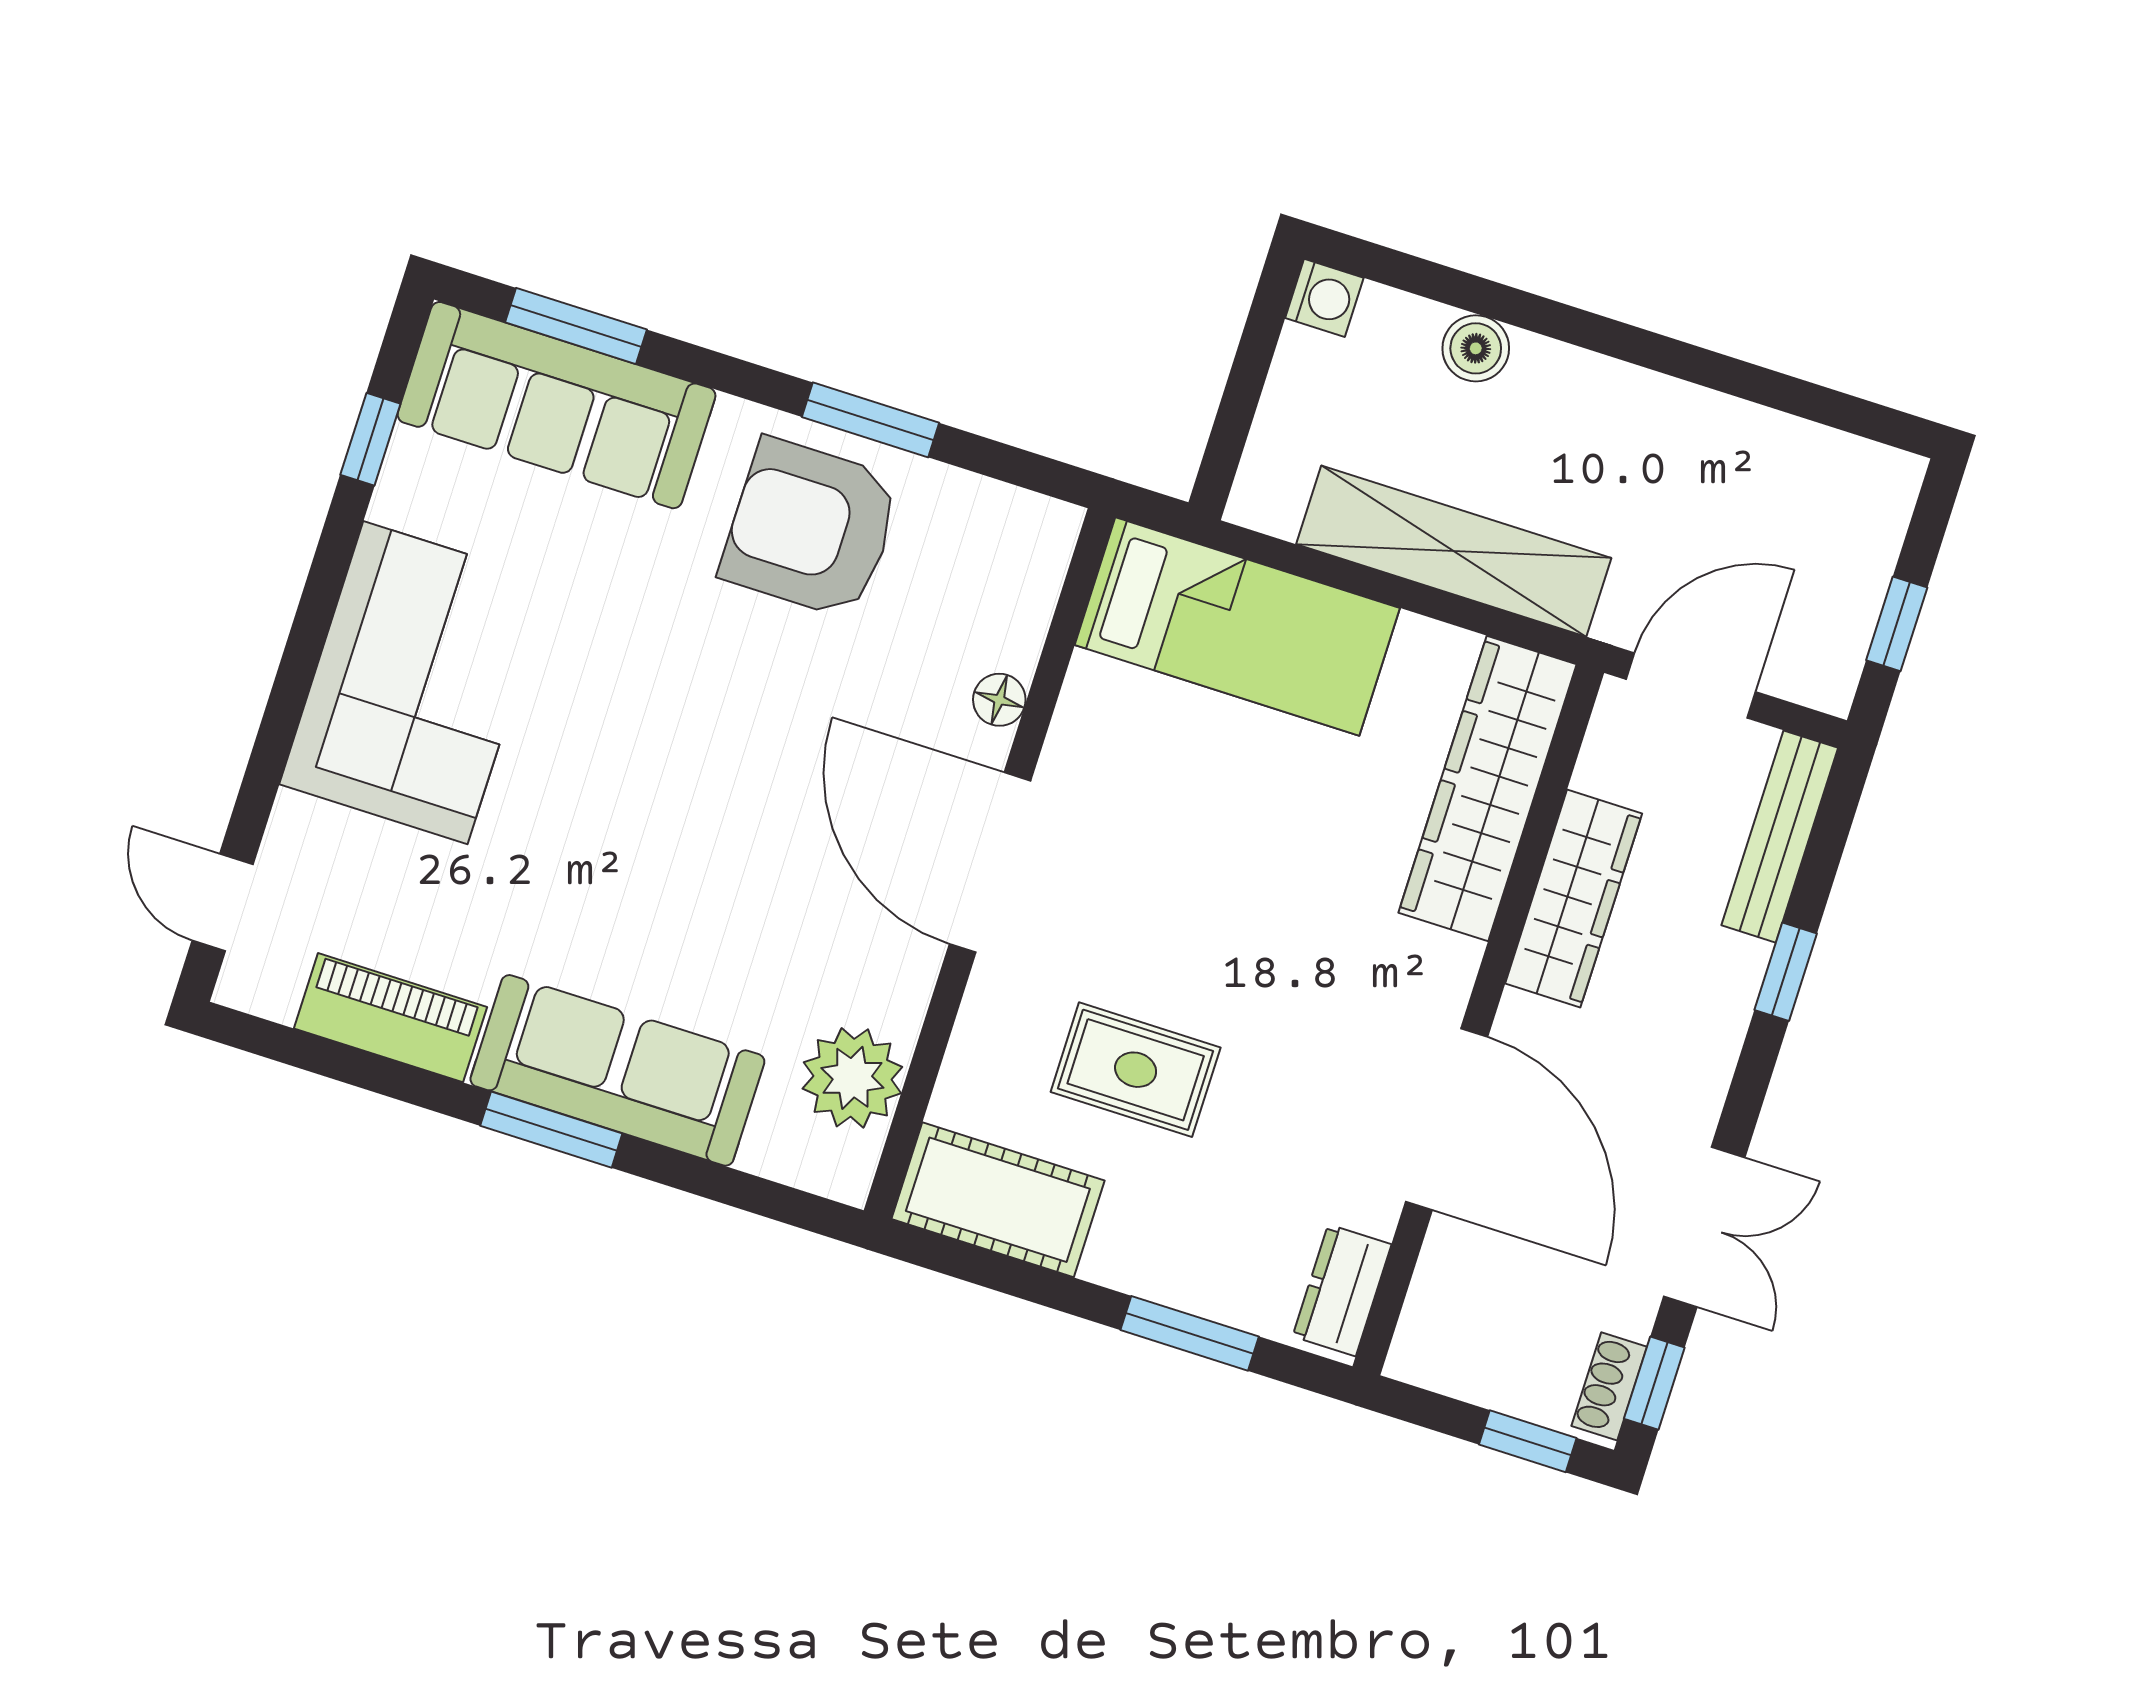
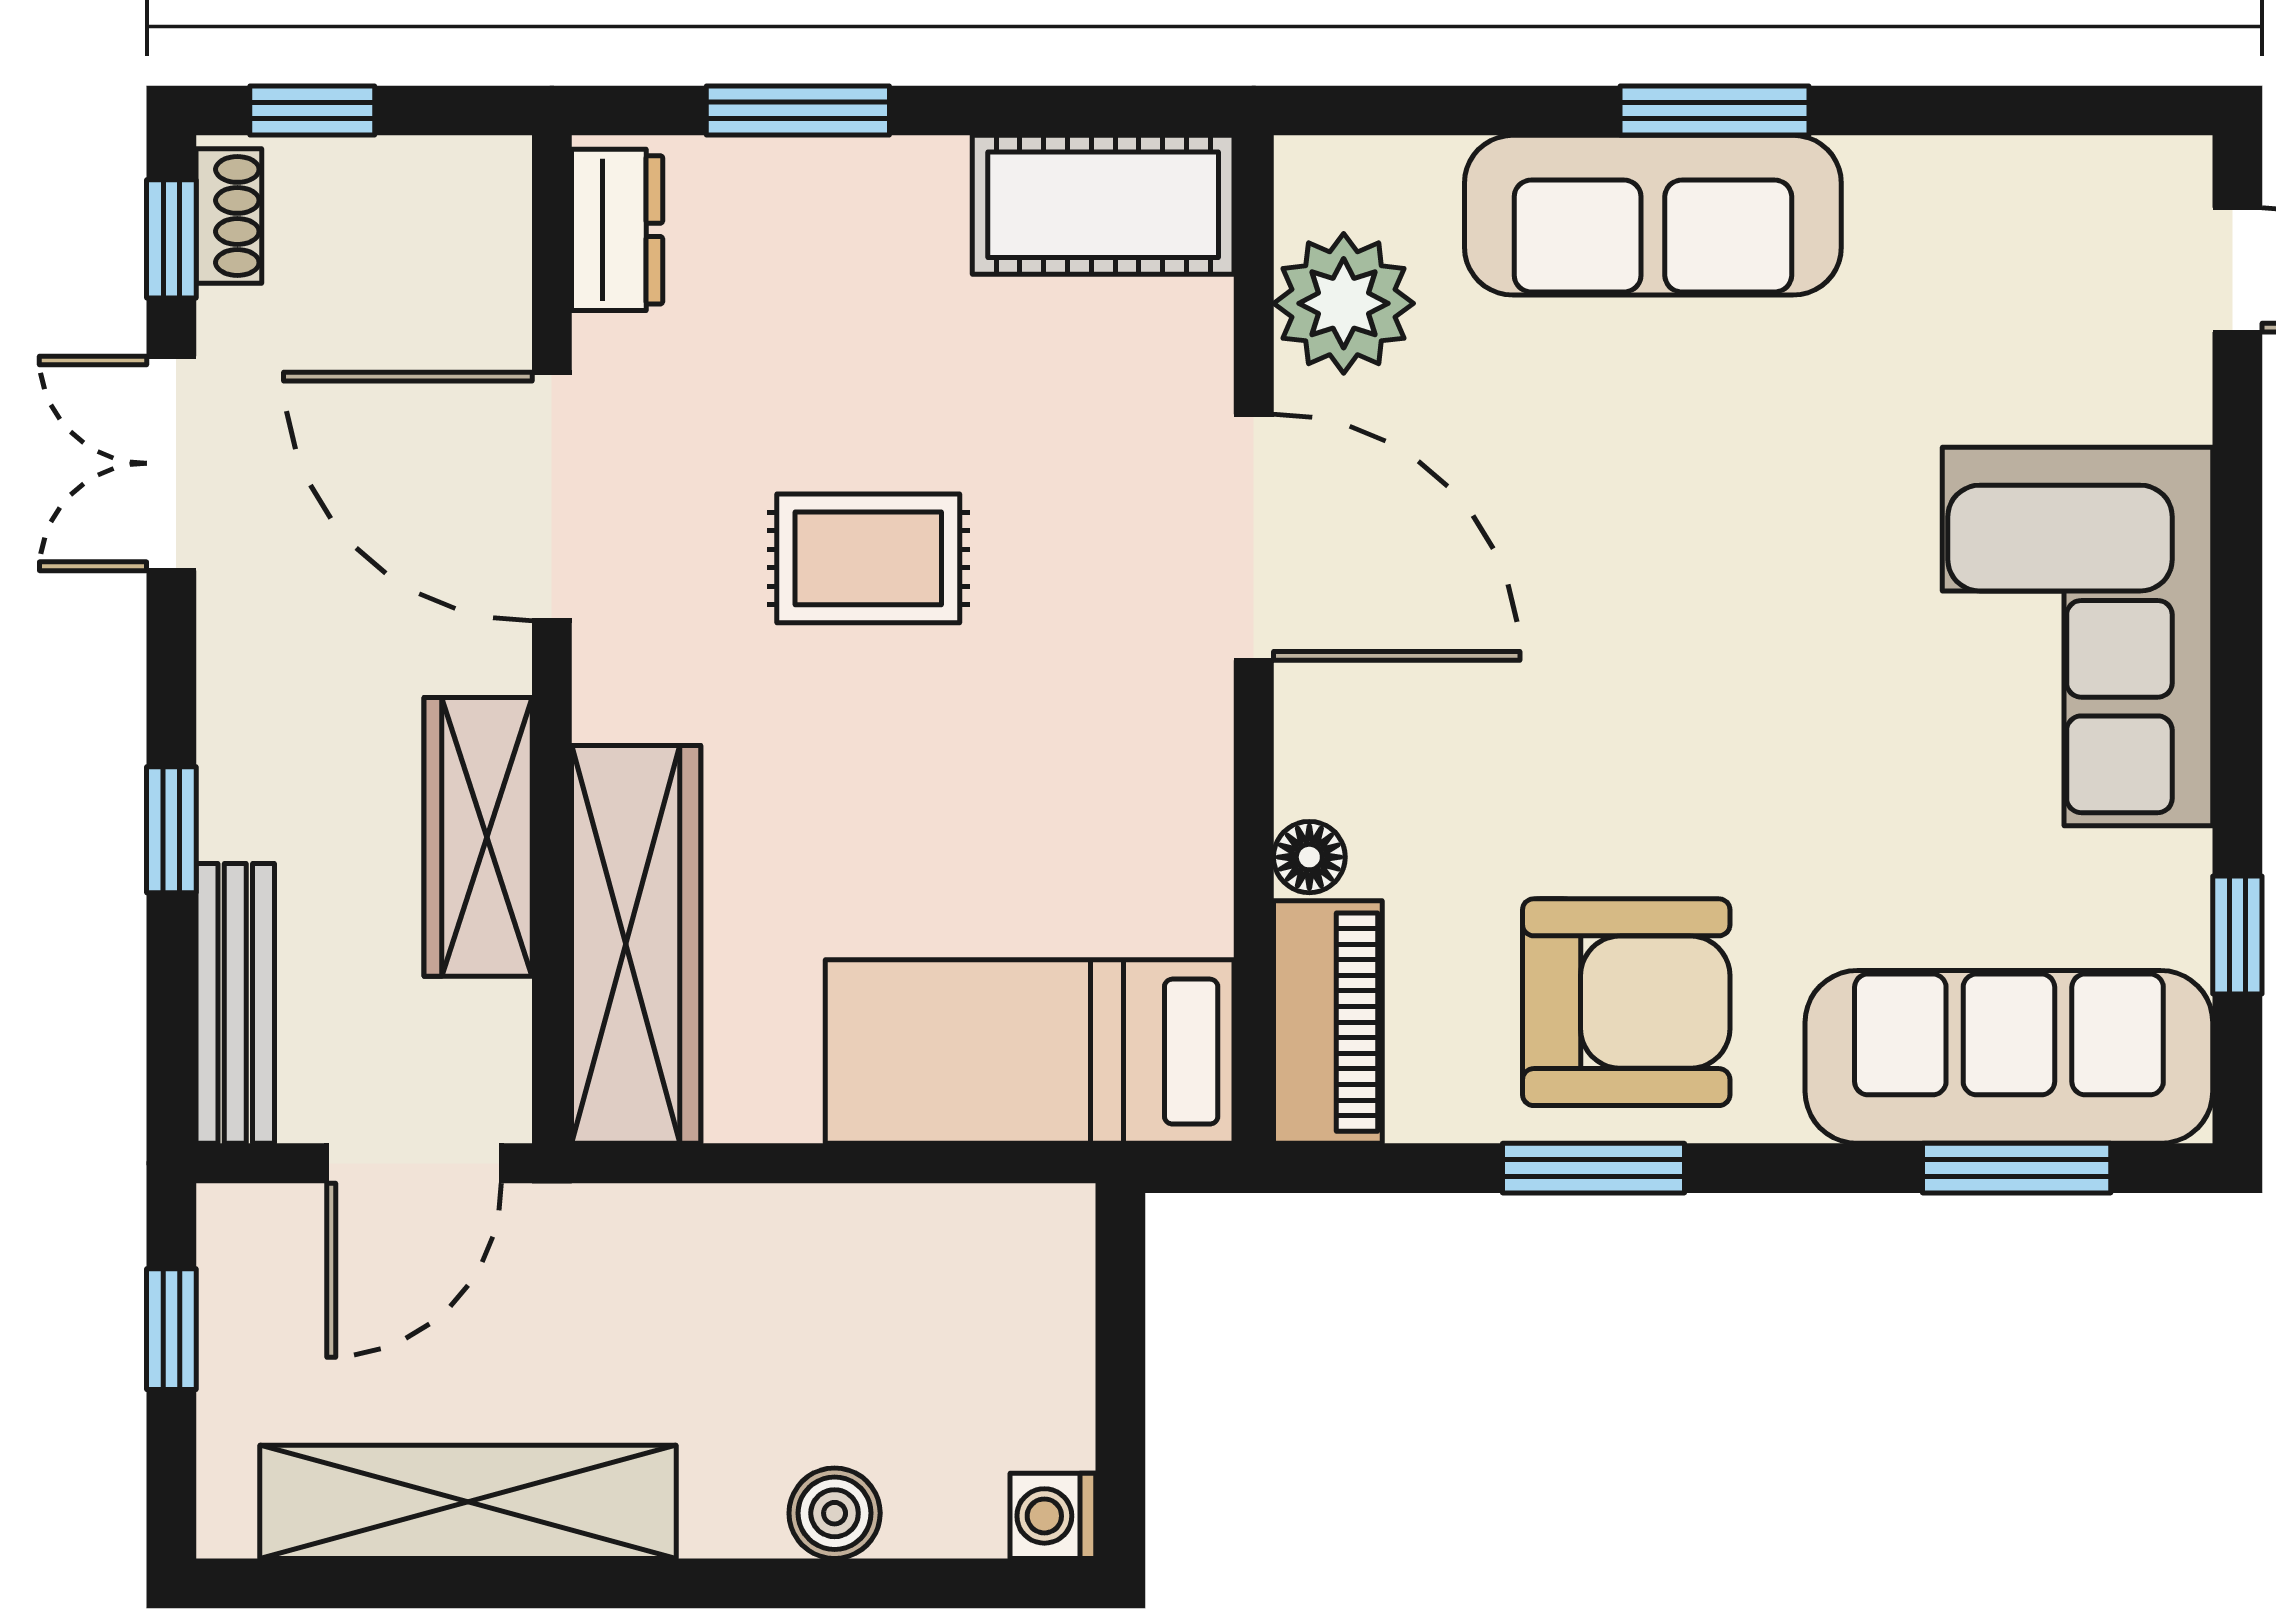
shelving: (1454, 551) -> (468, 1502), moved
door: (990, 862) -> (1254, 537), moved
piano: (391, 1018) -> (1328, 1022), moved, turned -90
rug: (1136, 1070) -> (868, 558), moved

